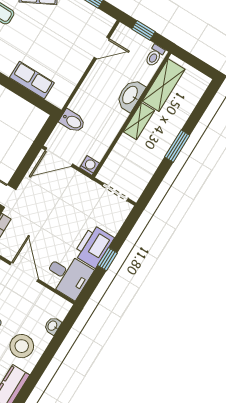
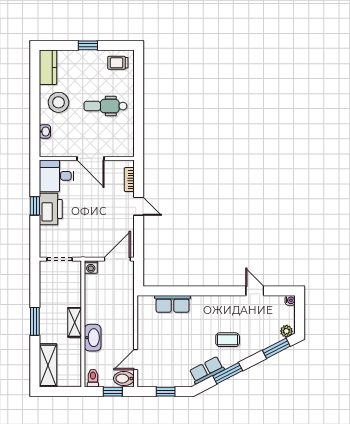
shelving: (164, 85) -> (48, 365), moved
bidet: (72, 121) -> (124, 379), moved

